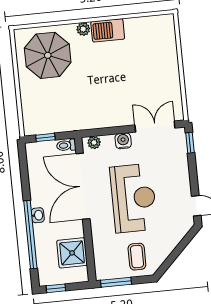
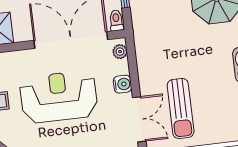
sun lounger: (146, 89) -> (181, 108), added
reception desk: (133, 198) -> (59, 97), turned 180

